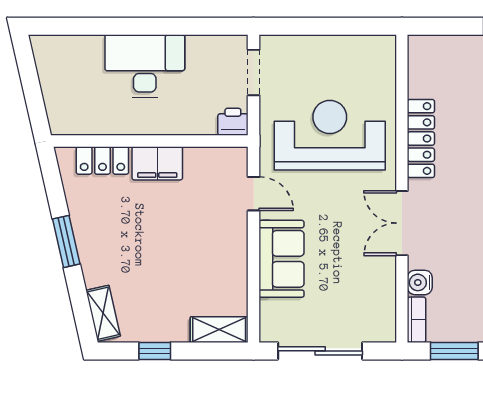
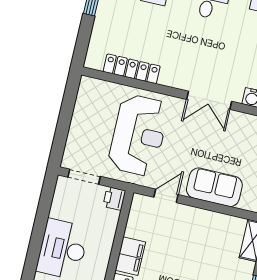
reception desk: (330, 135) -> (138, 135), turned 180
locker: (421, 139) -> (132, 69), moved

